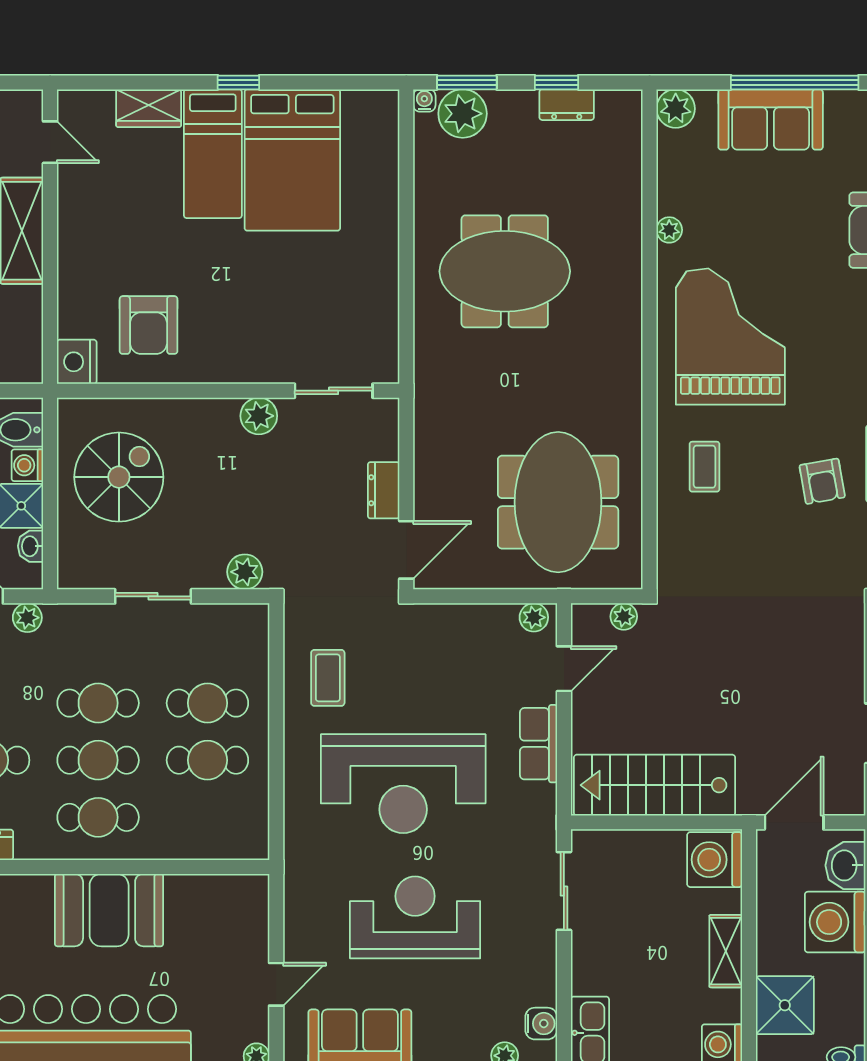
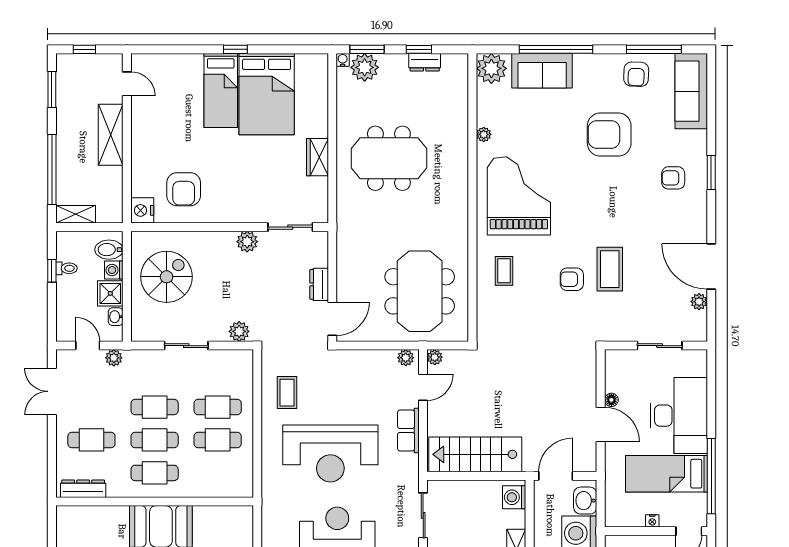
wardrobe: (149, 108) -> (317, 157), moved, turned 90
plant: (676, 109) -> (491, 68), width x1.36, depth x1.36
armchair: (822, 481) -> (572, 279), turned 100
plant: (624, 616) -> (435, 357), moved
washing machine: (715, 860) -> (514, 497), width x0.73, depth x0.73

